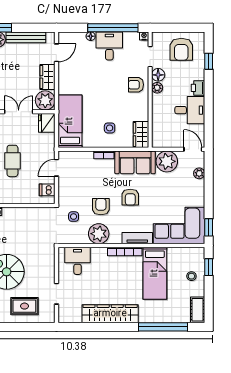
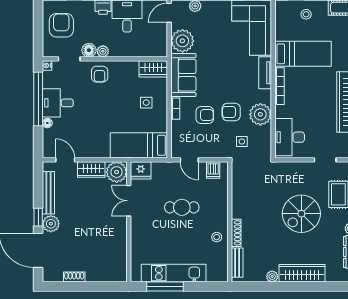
armchair: (181, 49) -> (61, 25), turned -90
armchair: (130, 197) -> (205, 115), moved
desk: (78, 261) -> (290, 137), width x1.37

